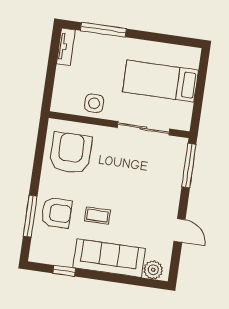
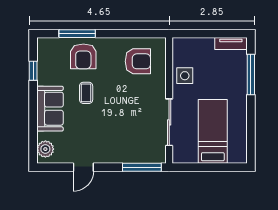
armchair: (71, 153) -> (138, 61), width x0.73, depth x0.73
sofa: (109, 258) -> (50, 109), width x0.73

